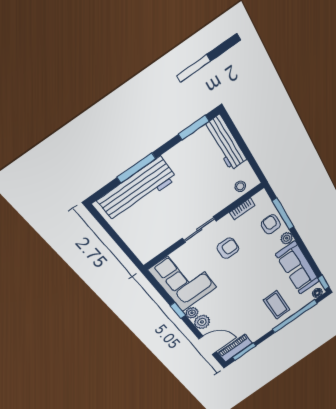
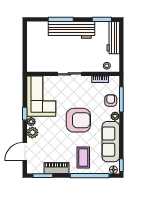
workbench: (137, 189) -> (71, 30), moved
armchair: (228, 248) -> (78, 120), moved, width x1.88, depth x1.88
door: (208, 345) -> (25, 152), swing flipped
piano: (235, 348) -> (57, 168), moved

